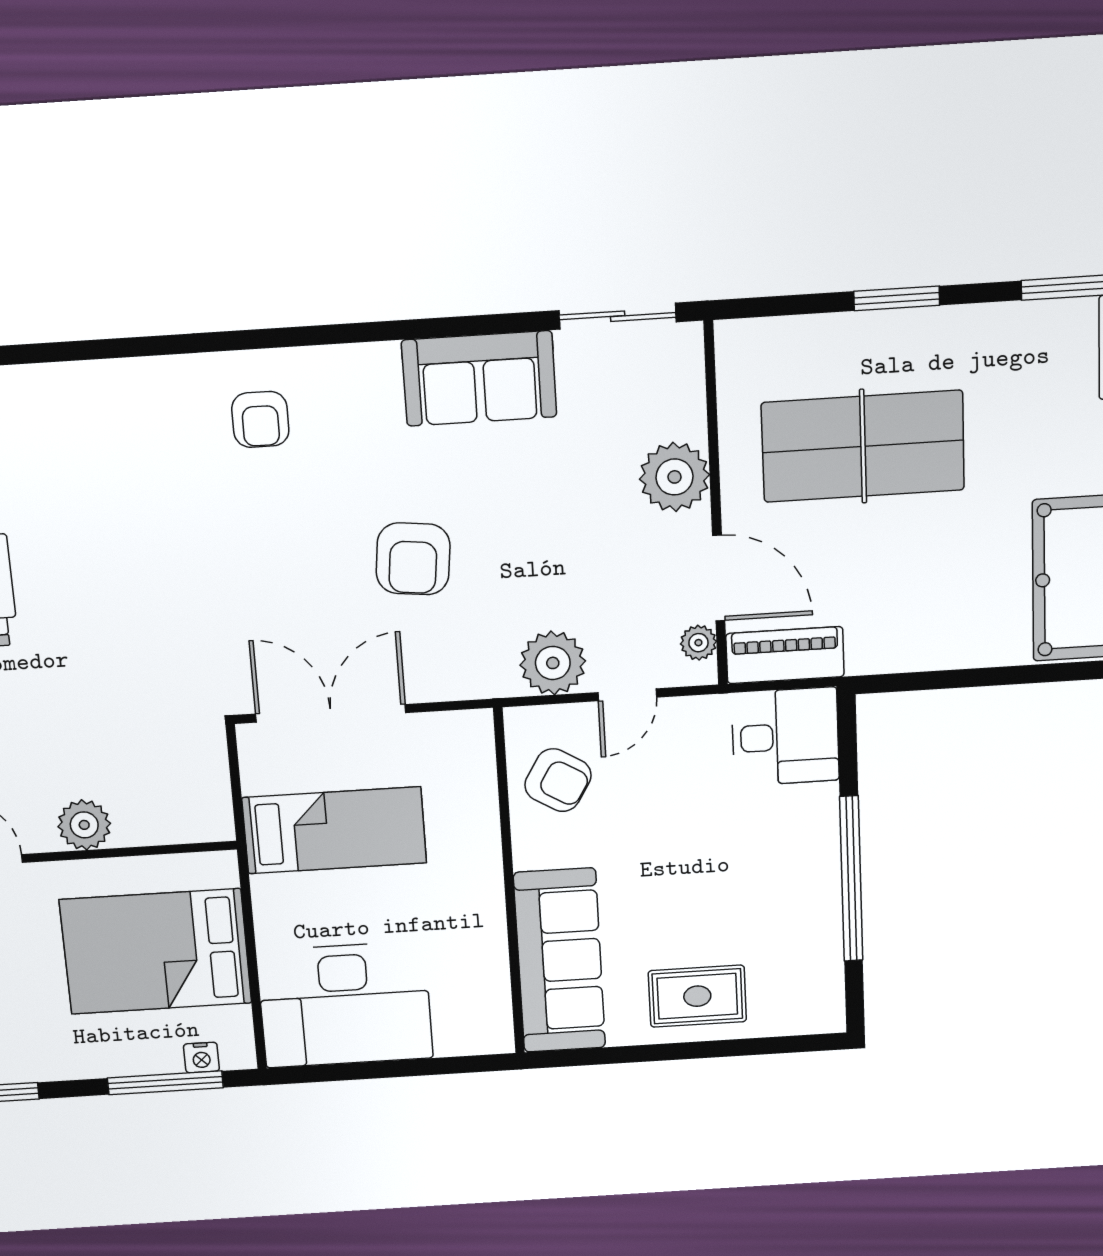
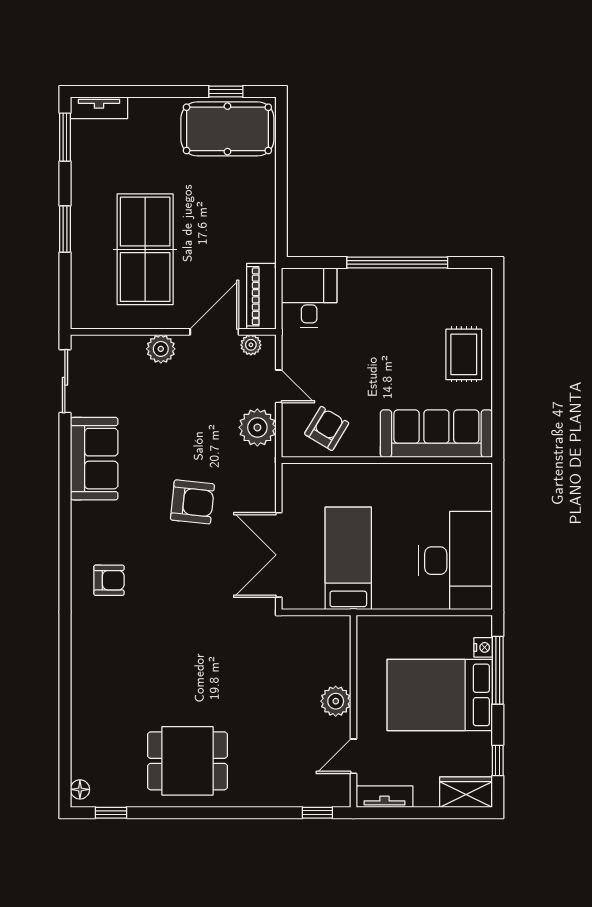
plant: (675, 477) -> (161, 349), width x0.73, depth x0.73
bed: (156, 951) -> (440, 695), moved, turned 90

